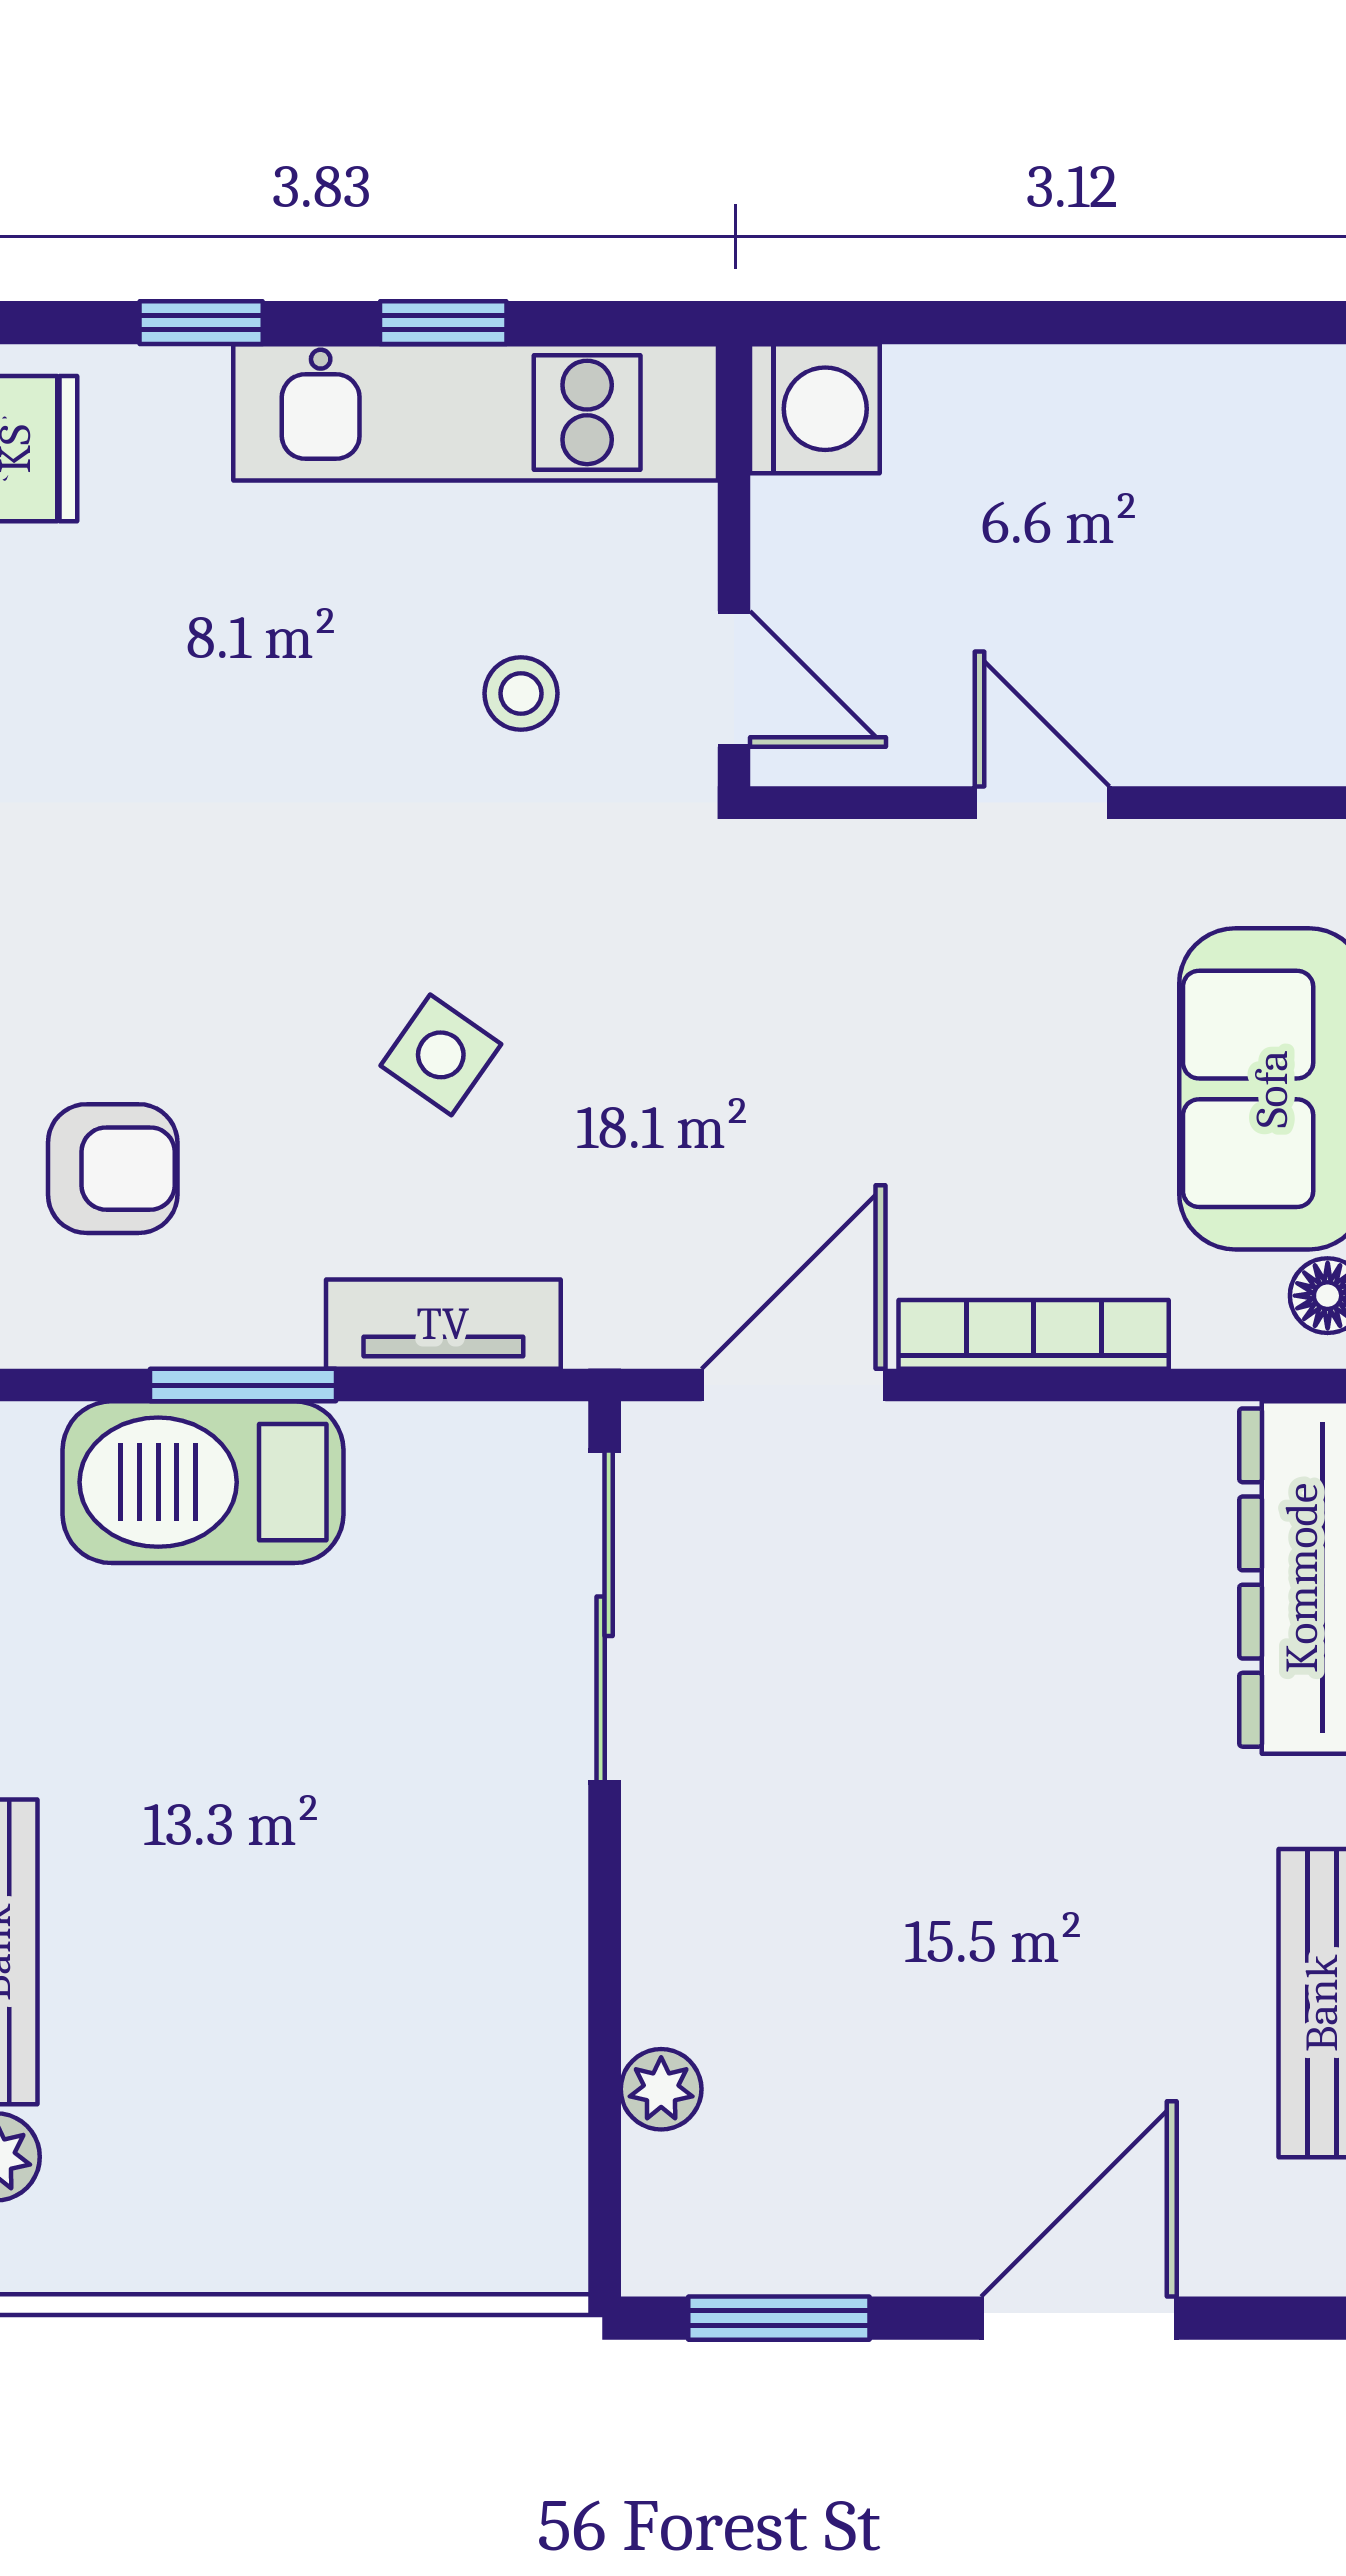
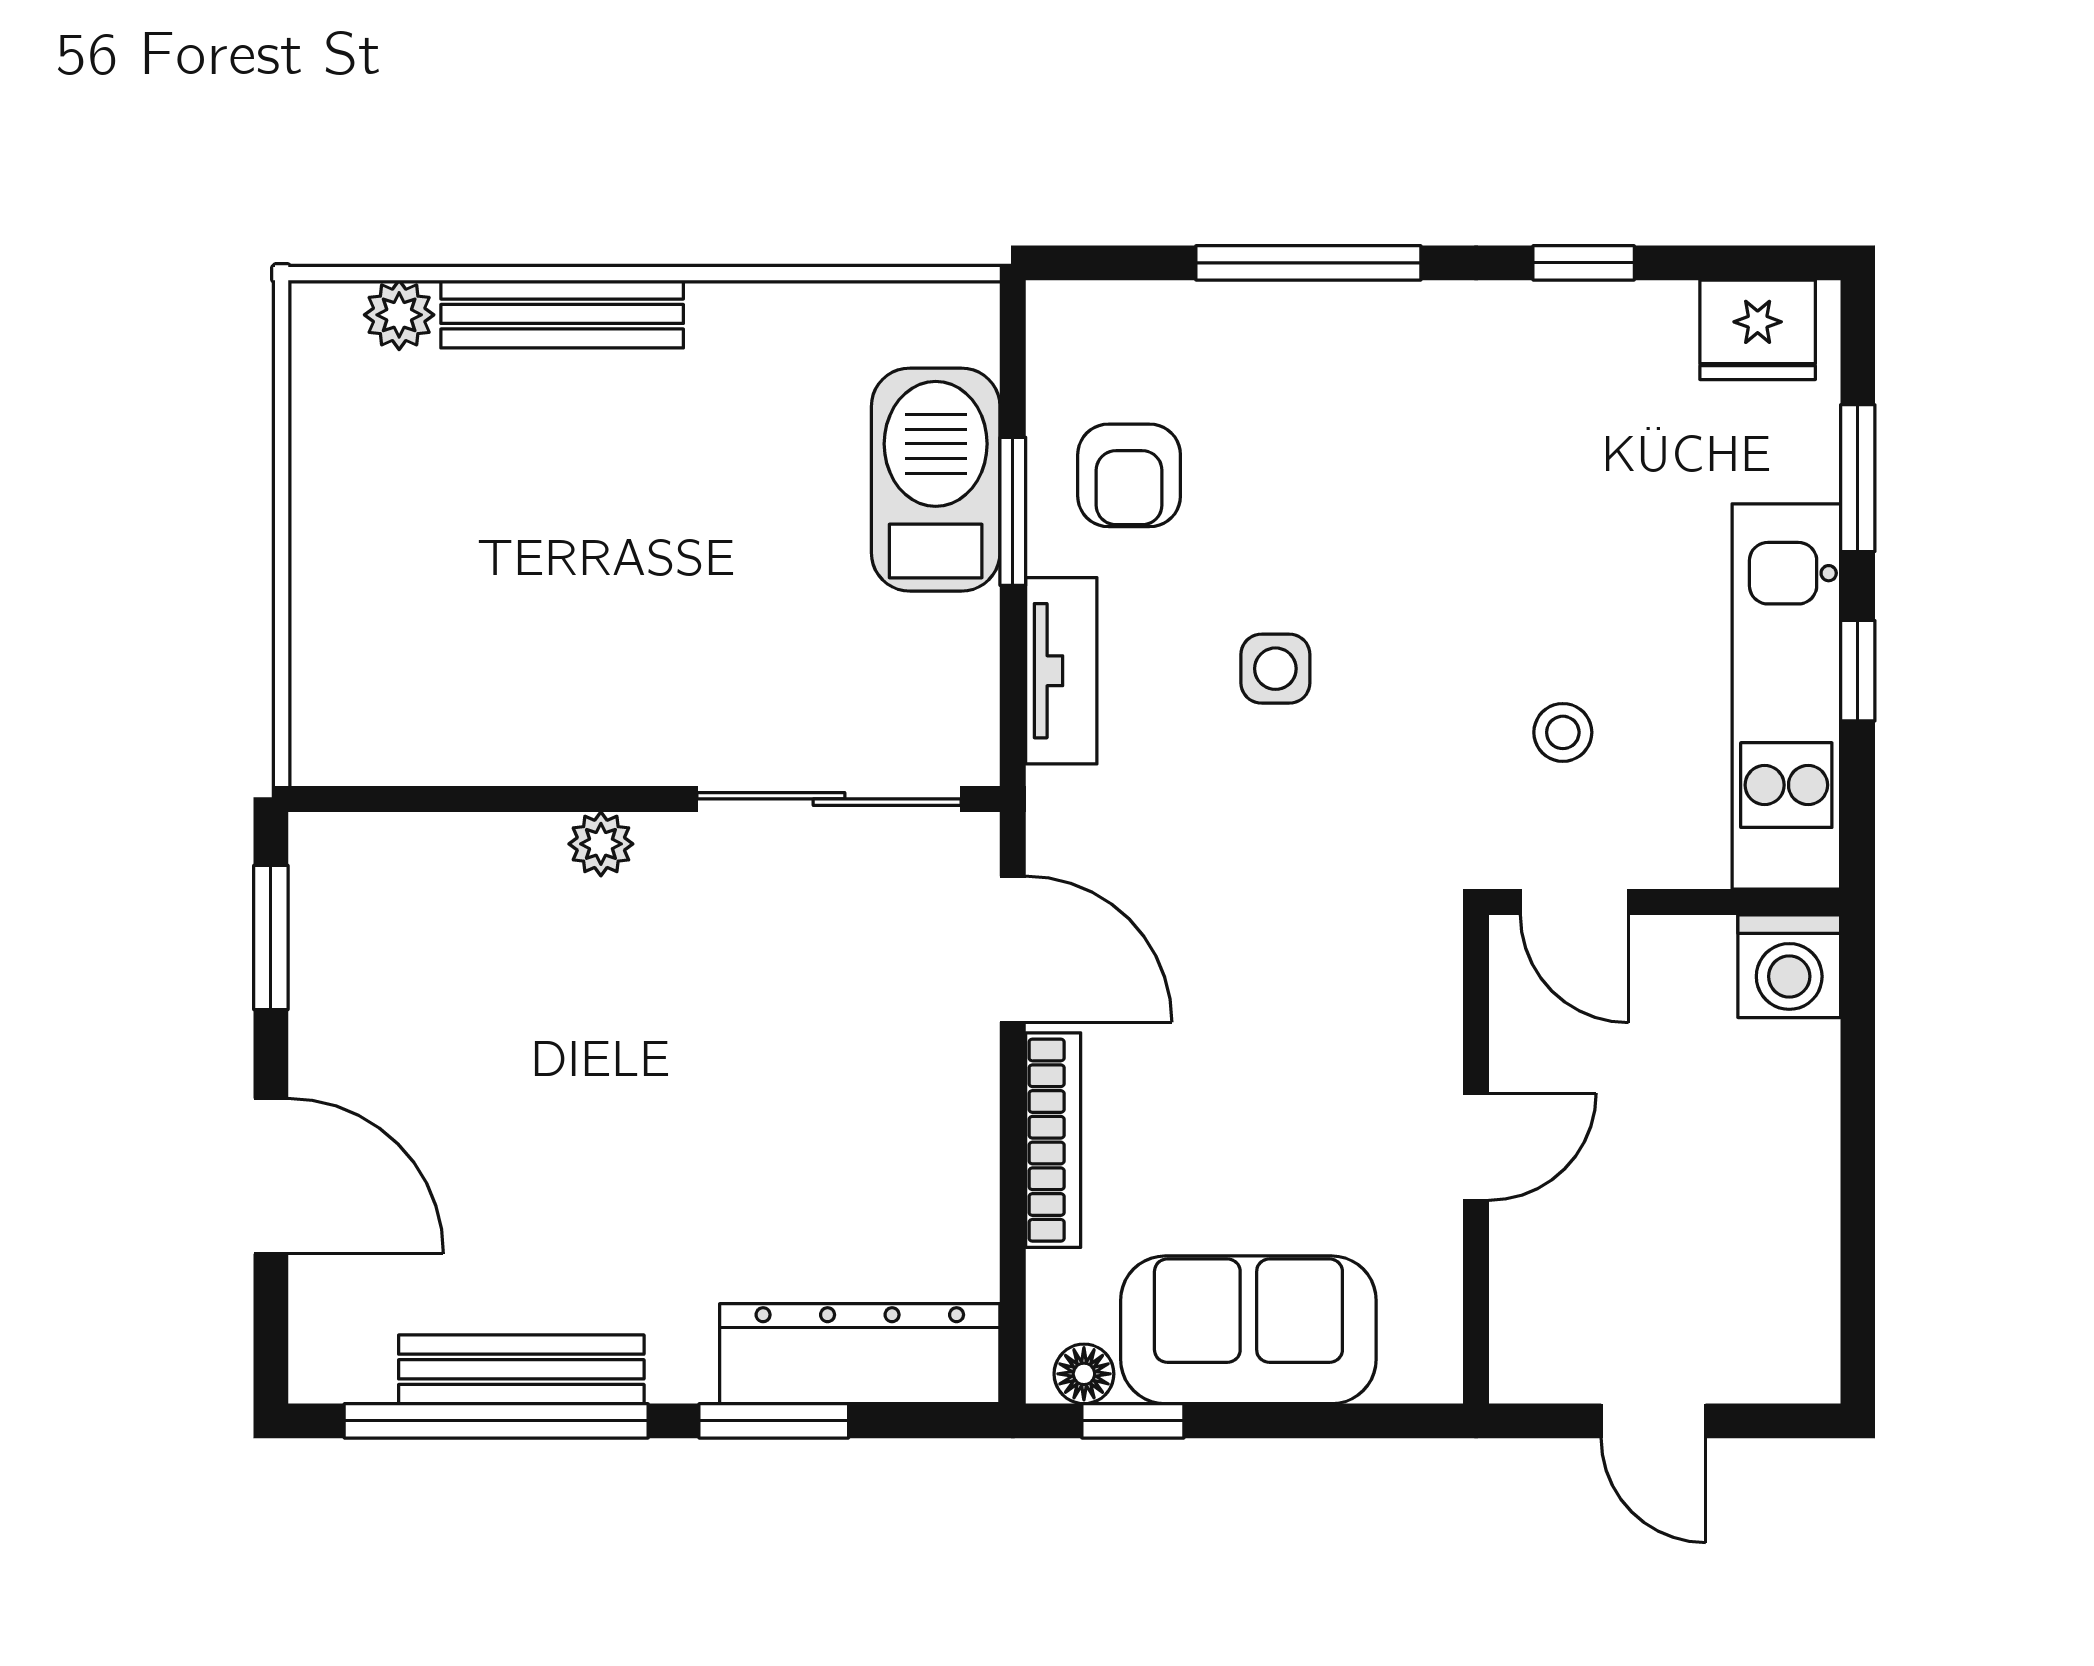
window: (201, 323) -> (1858, 478), width x1.50
door: (734, 679) -> (1574, 902), hinge flipped
side table: (441, 1055) -> (1275, 669), turned -35
armchair: (113, 1169) -> (1129, 475), moved
plant: (661, 2089) -> (601, 844), moved

